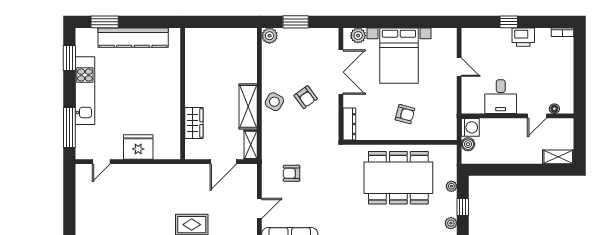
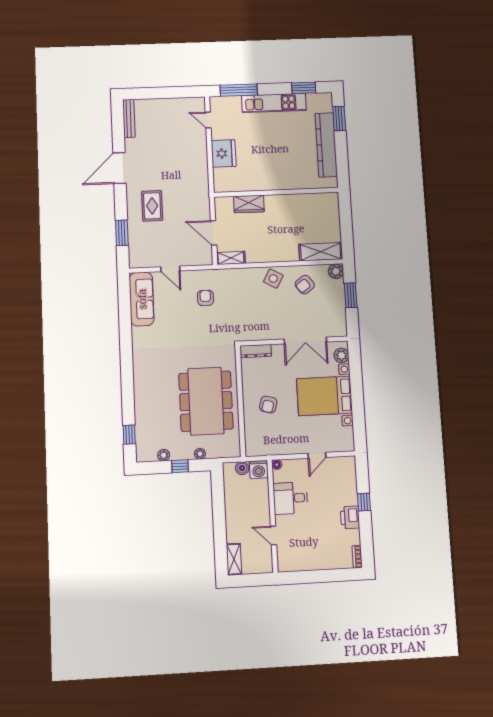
armchair: (306, 97) -> (305, 285), moved
shelving: (248, 106) -> (321, 252), moved
floor lamp: (554, 109) -> (277, 465), moved

